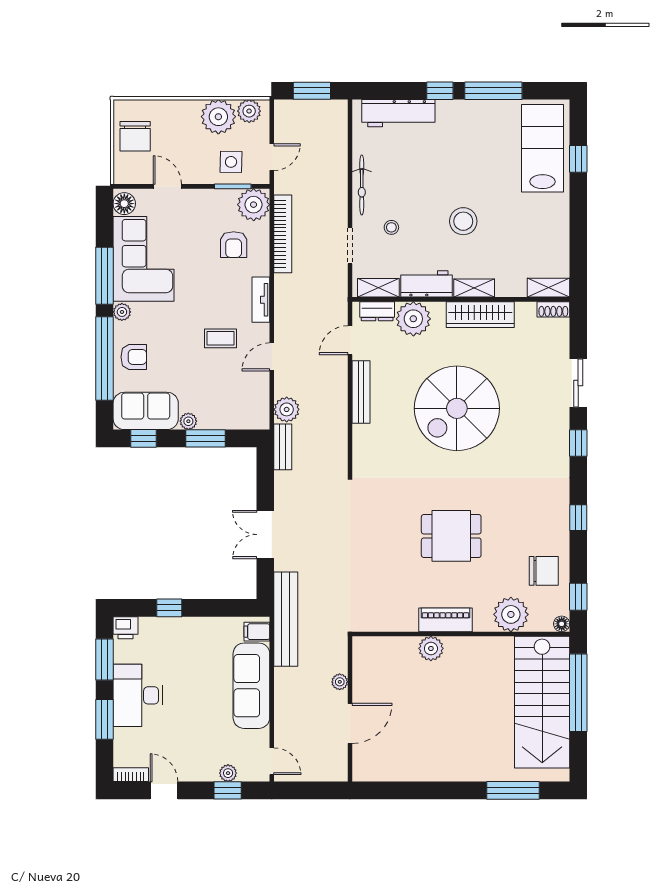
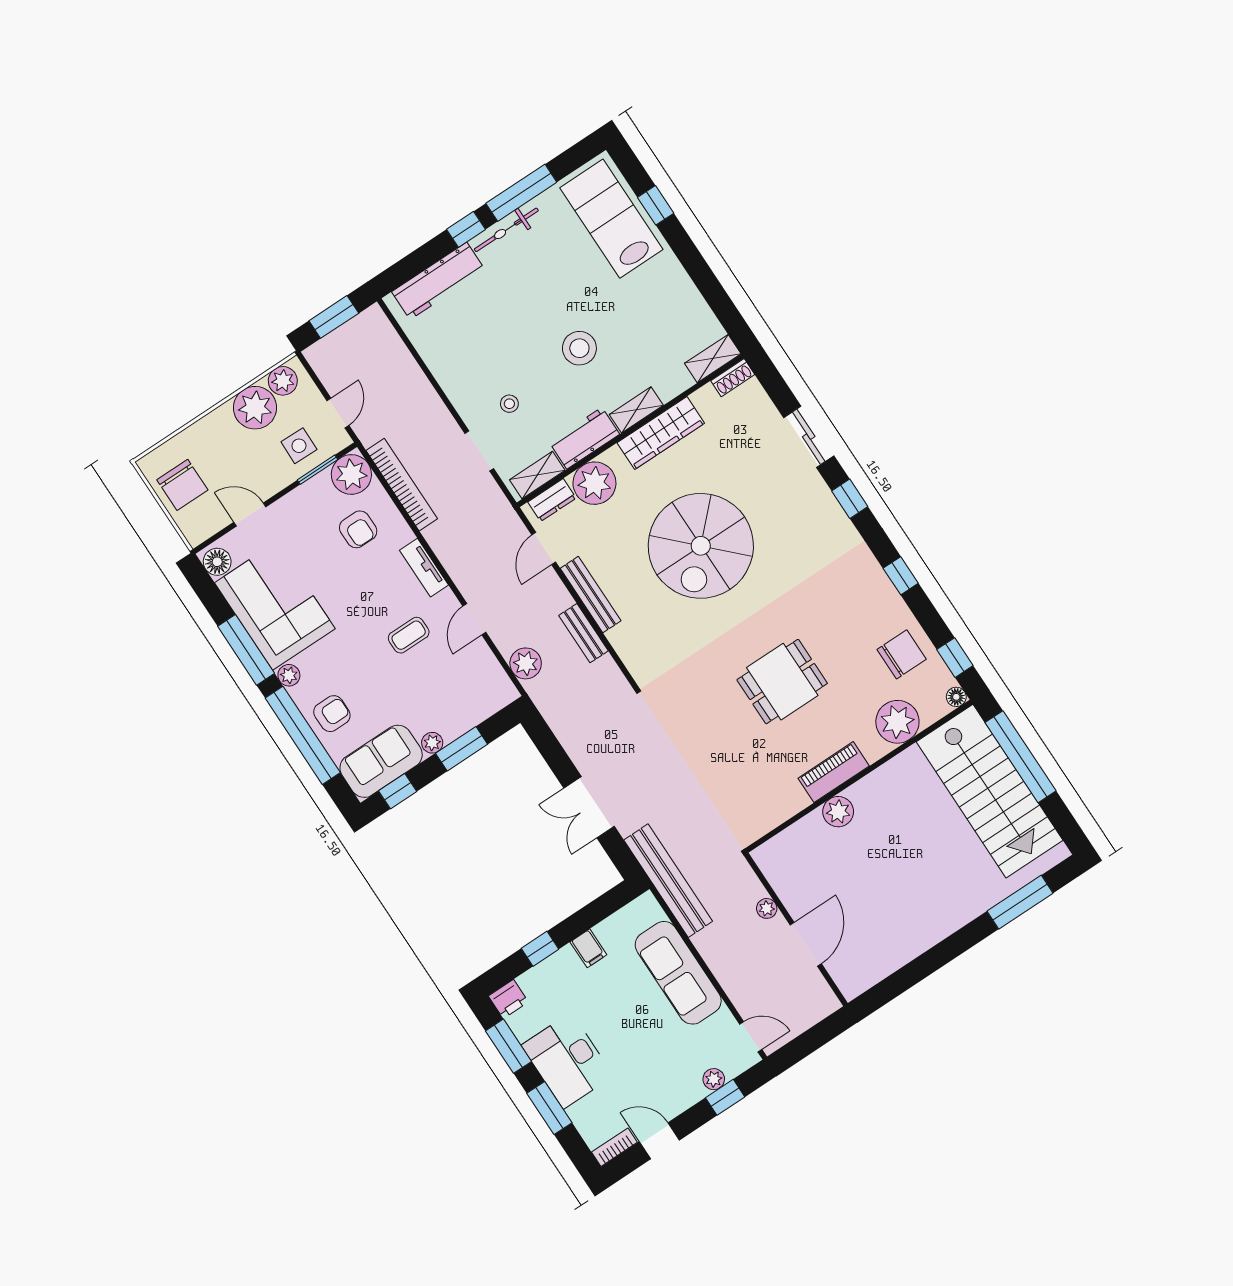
bicycle: (362, 185) -> (506, 230), moved, turned 90
bench: (283, 447) -> (584, 633), moved
filing cabinet: (257, 632) -> (588, 948), moved, turned -90

